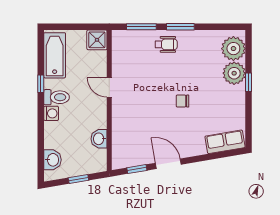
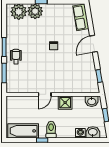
shower: (97, 40) -> (65, 103), moved
washing machine: (51, 113) -> (80, 133), moved
washbasin: (99, 139) -> (92, 101), moved
door: (168, 164) -> (94, 44), moved

